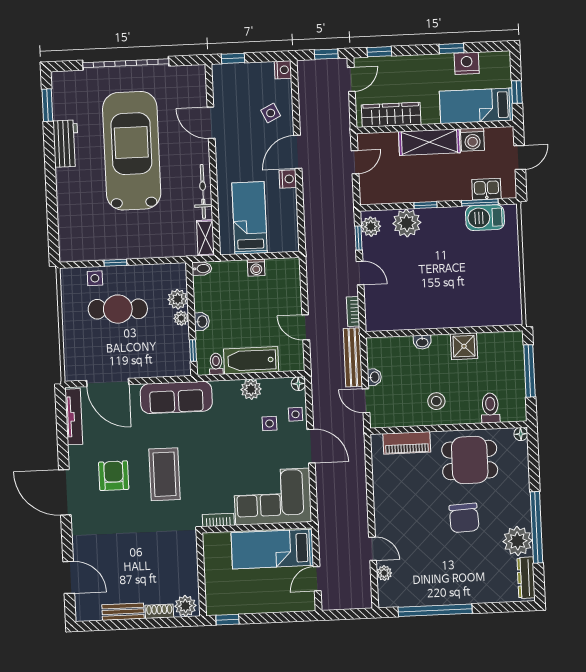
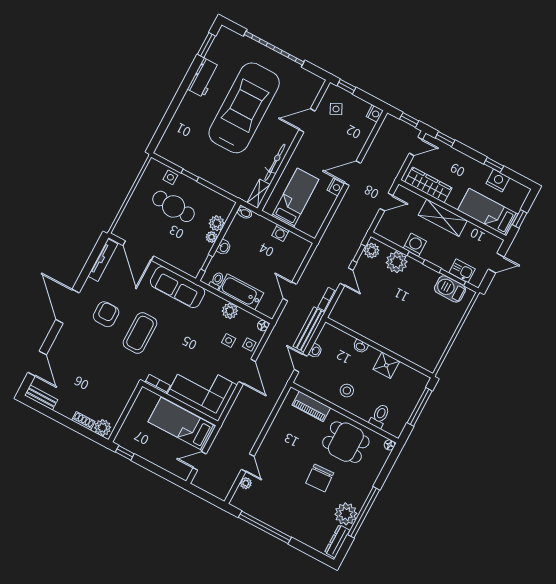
side table: (271, 113) -> (336, 109), moved
door: (211, 123) -> (307, 120), hinge flipped
washing machine: (472, 140) -> (415, 245), moved, turned 180
bench: (123, 612) -> (41, 397), moved

